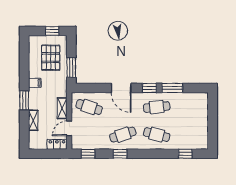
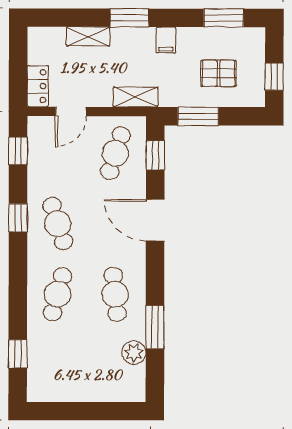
window: (24, 55) -> (224, 18), added
pallet: (51, 58) -> (219, 73), width x0.67, depth x0.71
door: (121, 88) -> (155, 220), hinge flipped
window: (149, 88) -> (155, 155), moved
plant: (185, 98) -> (134, 353), added
shelving: (62, 108) -> (136, 97), moved
door: (69, 128) -> (71, 111), swing flipped

